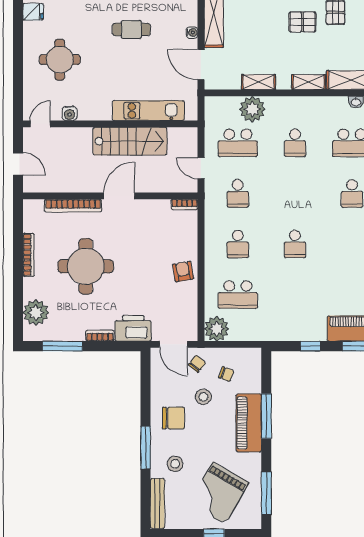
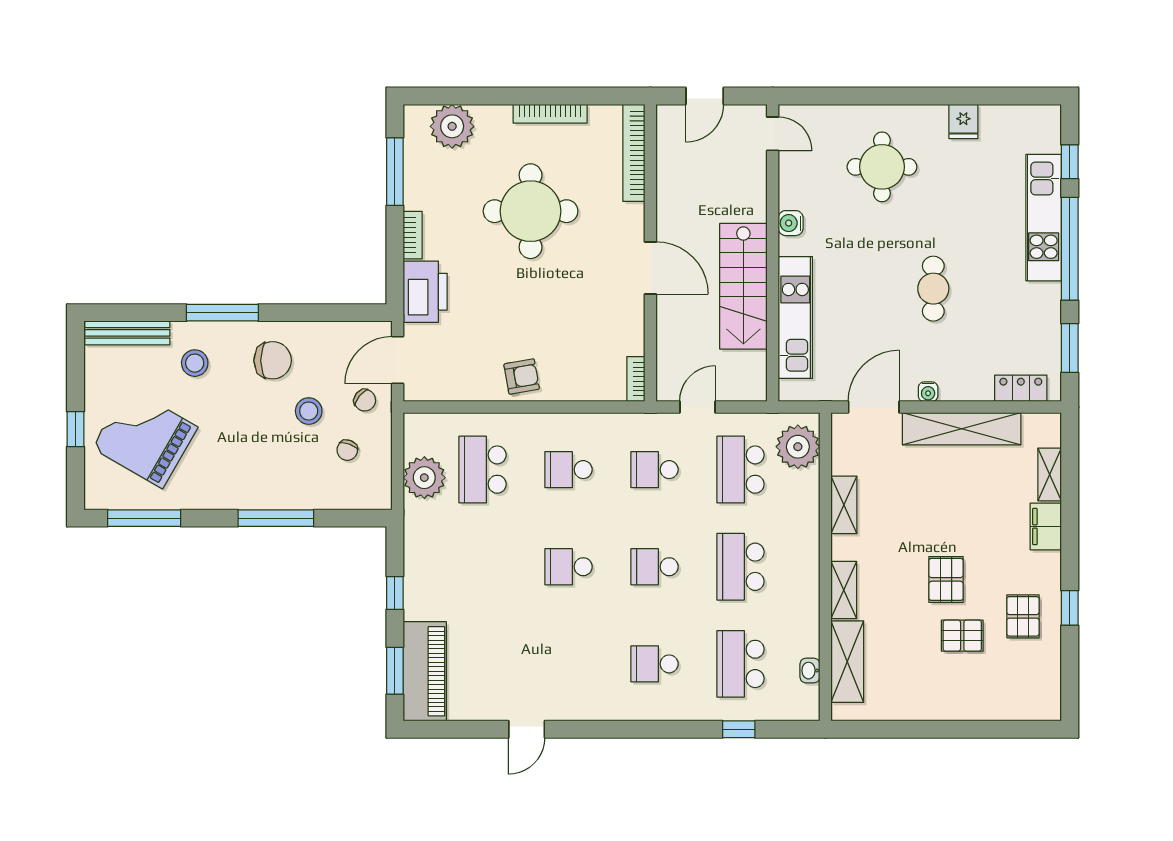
plant: (252, 109) -> (798, 447), moved
water cooler: (70, 113) -> (791, 223), moved
school desk: (295, 143) -> (740, 567), width x1.85
school desk: (295, 193) -> (655, 567), added
bookcase: (73, 206) -> (634, 153), moved
plant: (217, 329) -> (424, 478), moved
chair: (174, 418) -> (273, 360), turned -90
piano: (249, 423) -> (264, 488), removed

